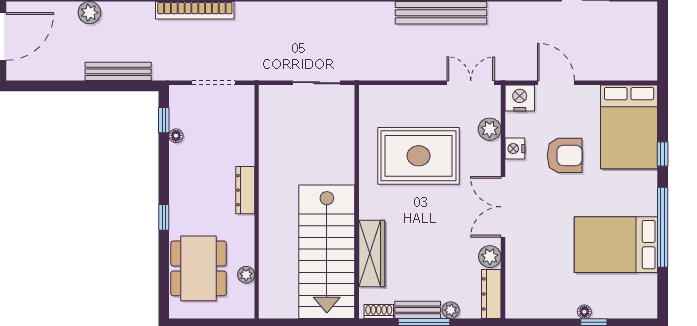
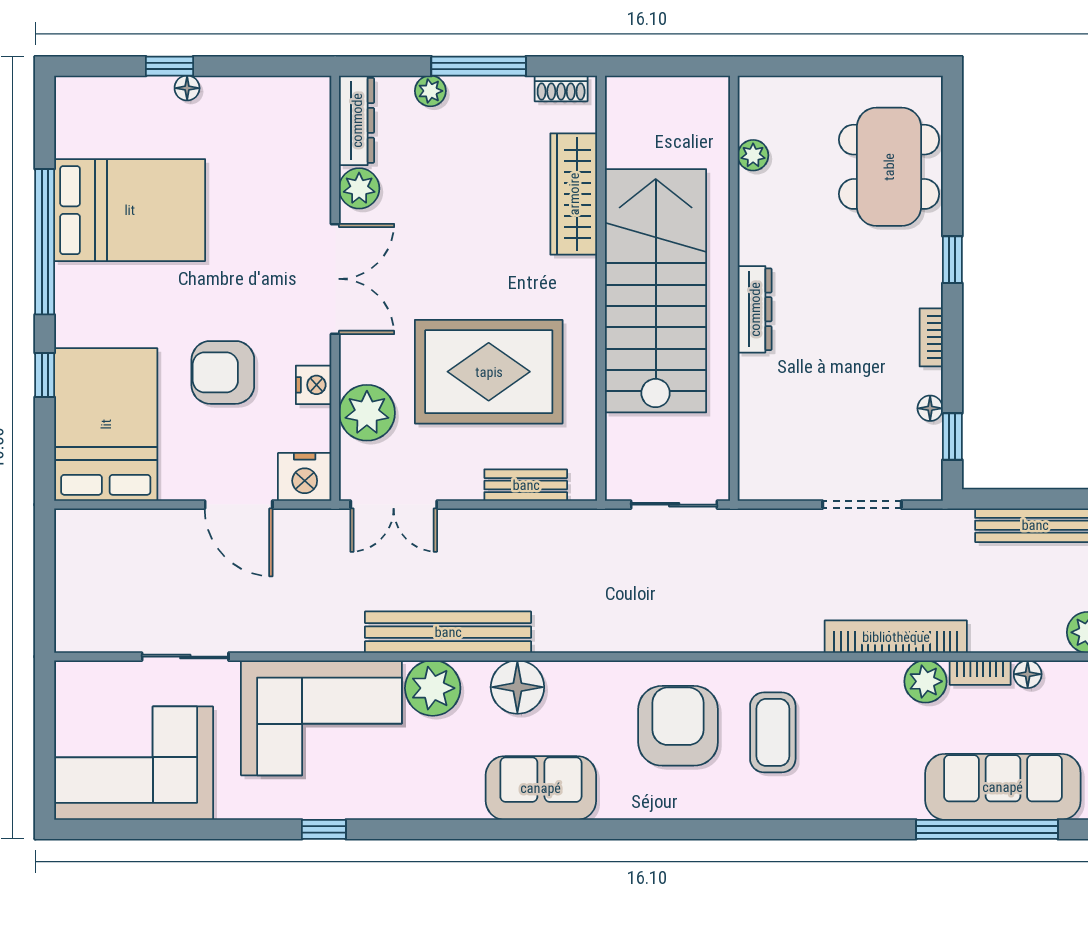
plant: (490, 129) -> (367, 413), width x1.36, depth x1.36
bookcase: (175, 175) -> (931, 337), added
dresser: (245, 190) -> (755, 309), moved
wall: (257, 202) -> (734, 288), moved
stairs: (327, 252) -> (656, 291), moved
plant: (246, 275) -> (753, 155), moved
bench: (418, 310) -> (526, 485), moved

